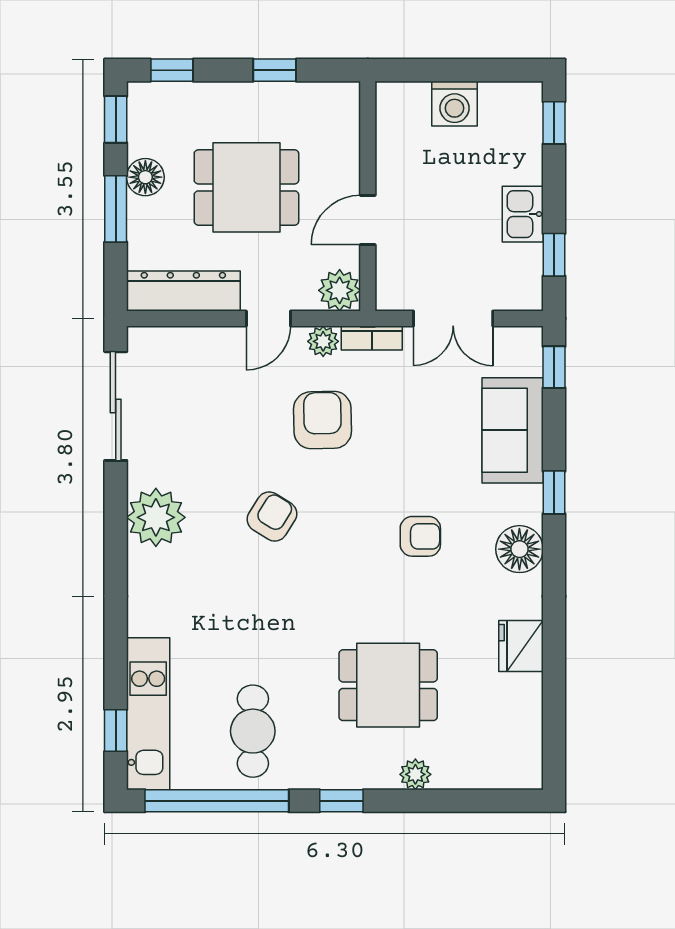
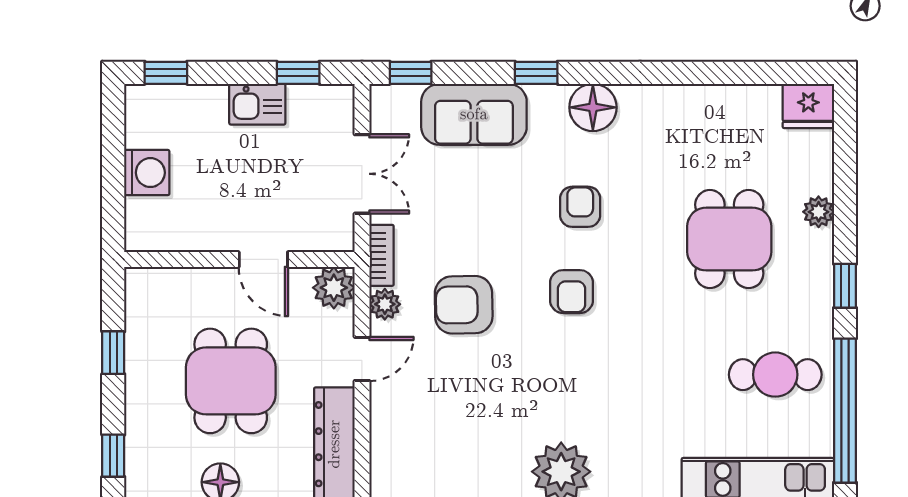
door: (268, 319) -> (362, 359), hinge flipped
armchair: (272, 517) -> (571, 292), moved, turned -122
fridge: (521, 646) -> (808, 106), moved

